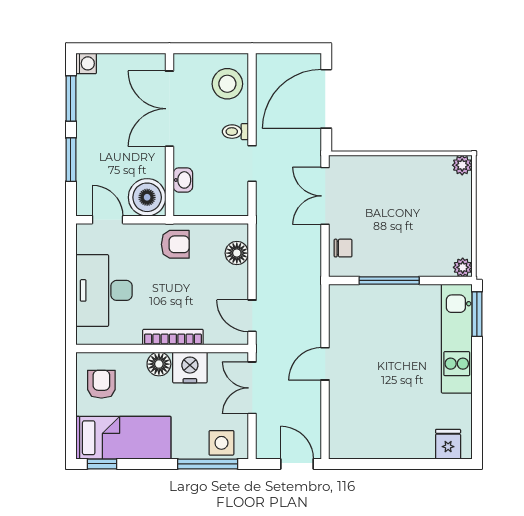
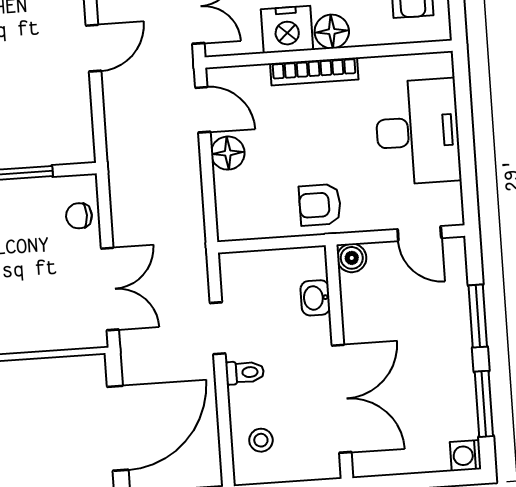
stool: (227, 84) -> (261, 440), width x0.53, depth x0.53
boiler: (147, 197) -> (352, 258), width x0.54, depth x0.54
floor lamp: (237, 253) -> (228, 153), moved

